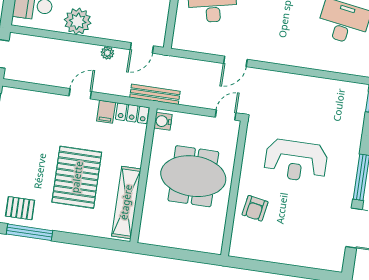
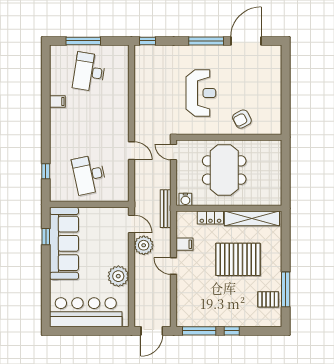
plant: (107, 53) -> (144, 245), width x1.88, depth x1.88
locker: (132, 113) -> (210, 218), moved, turned 90
pallet: (20, 208) -> (268, 299), turned 90
armchair: (255, 208) -> (242, 119), turned 142

